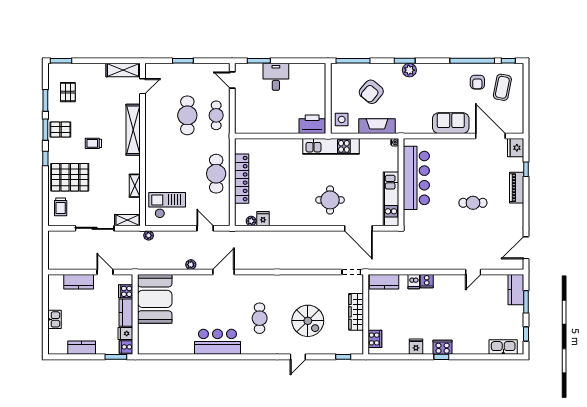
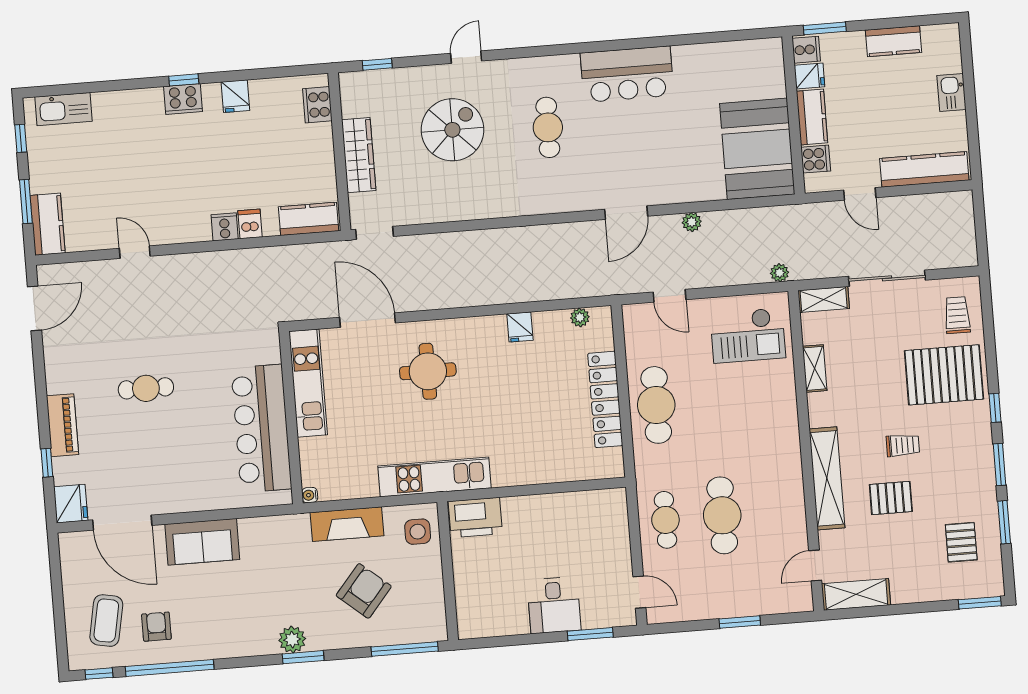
pallet: (60, 129) -> (891, 498), moved
fridge: (263, 219) -> (520, 327), moved
door: (473, 272) -> (135, 252), hinge flipped
kitchen counter: (79, 282) -> (924, 169), width x1.50
spiral stairs: (308, 321) -> (452, 130), turned 90

